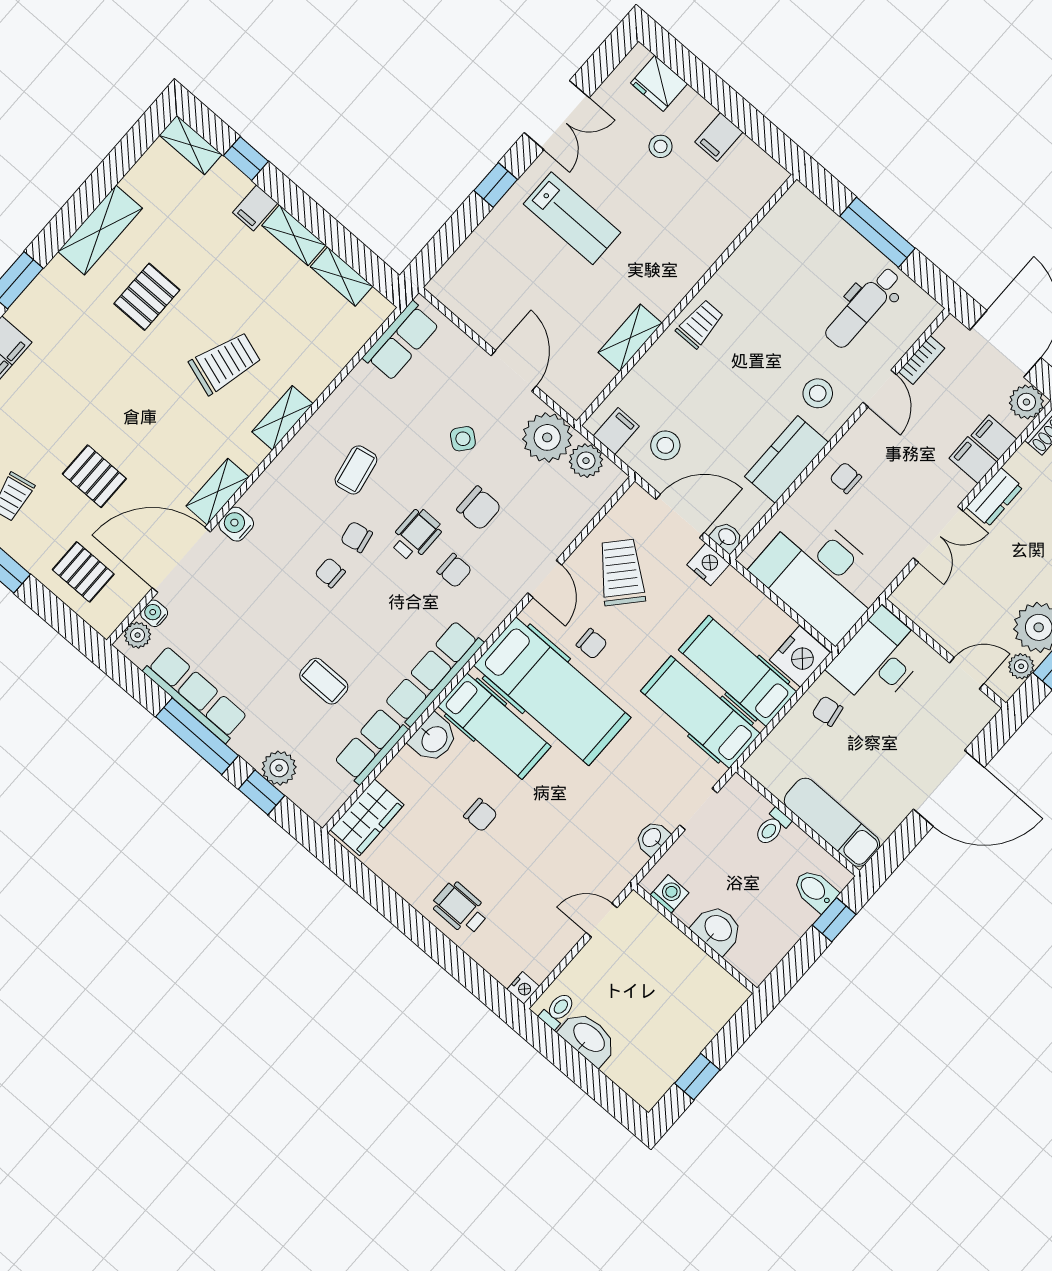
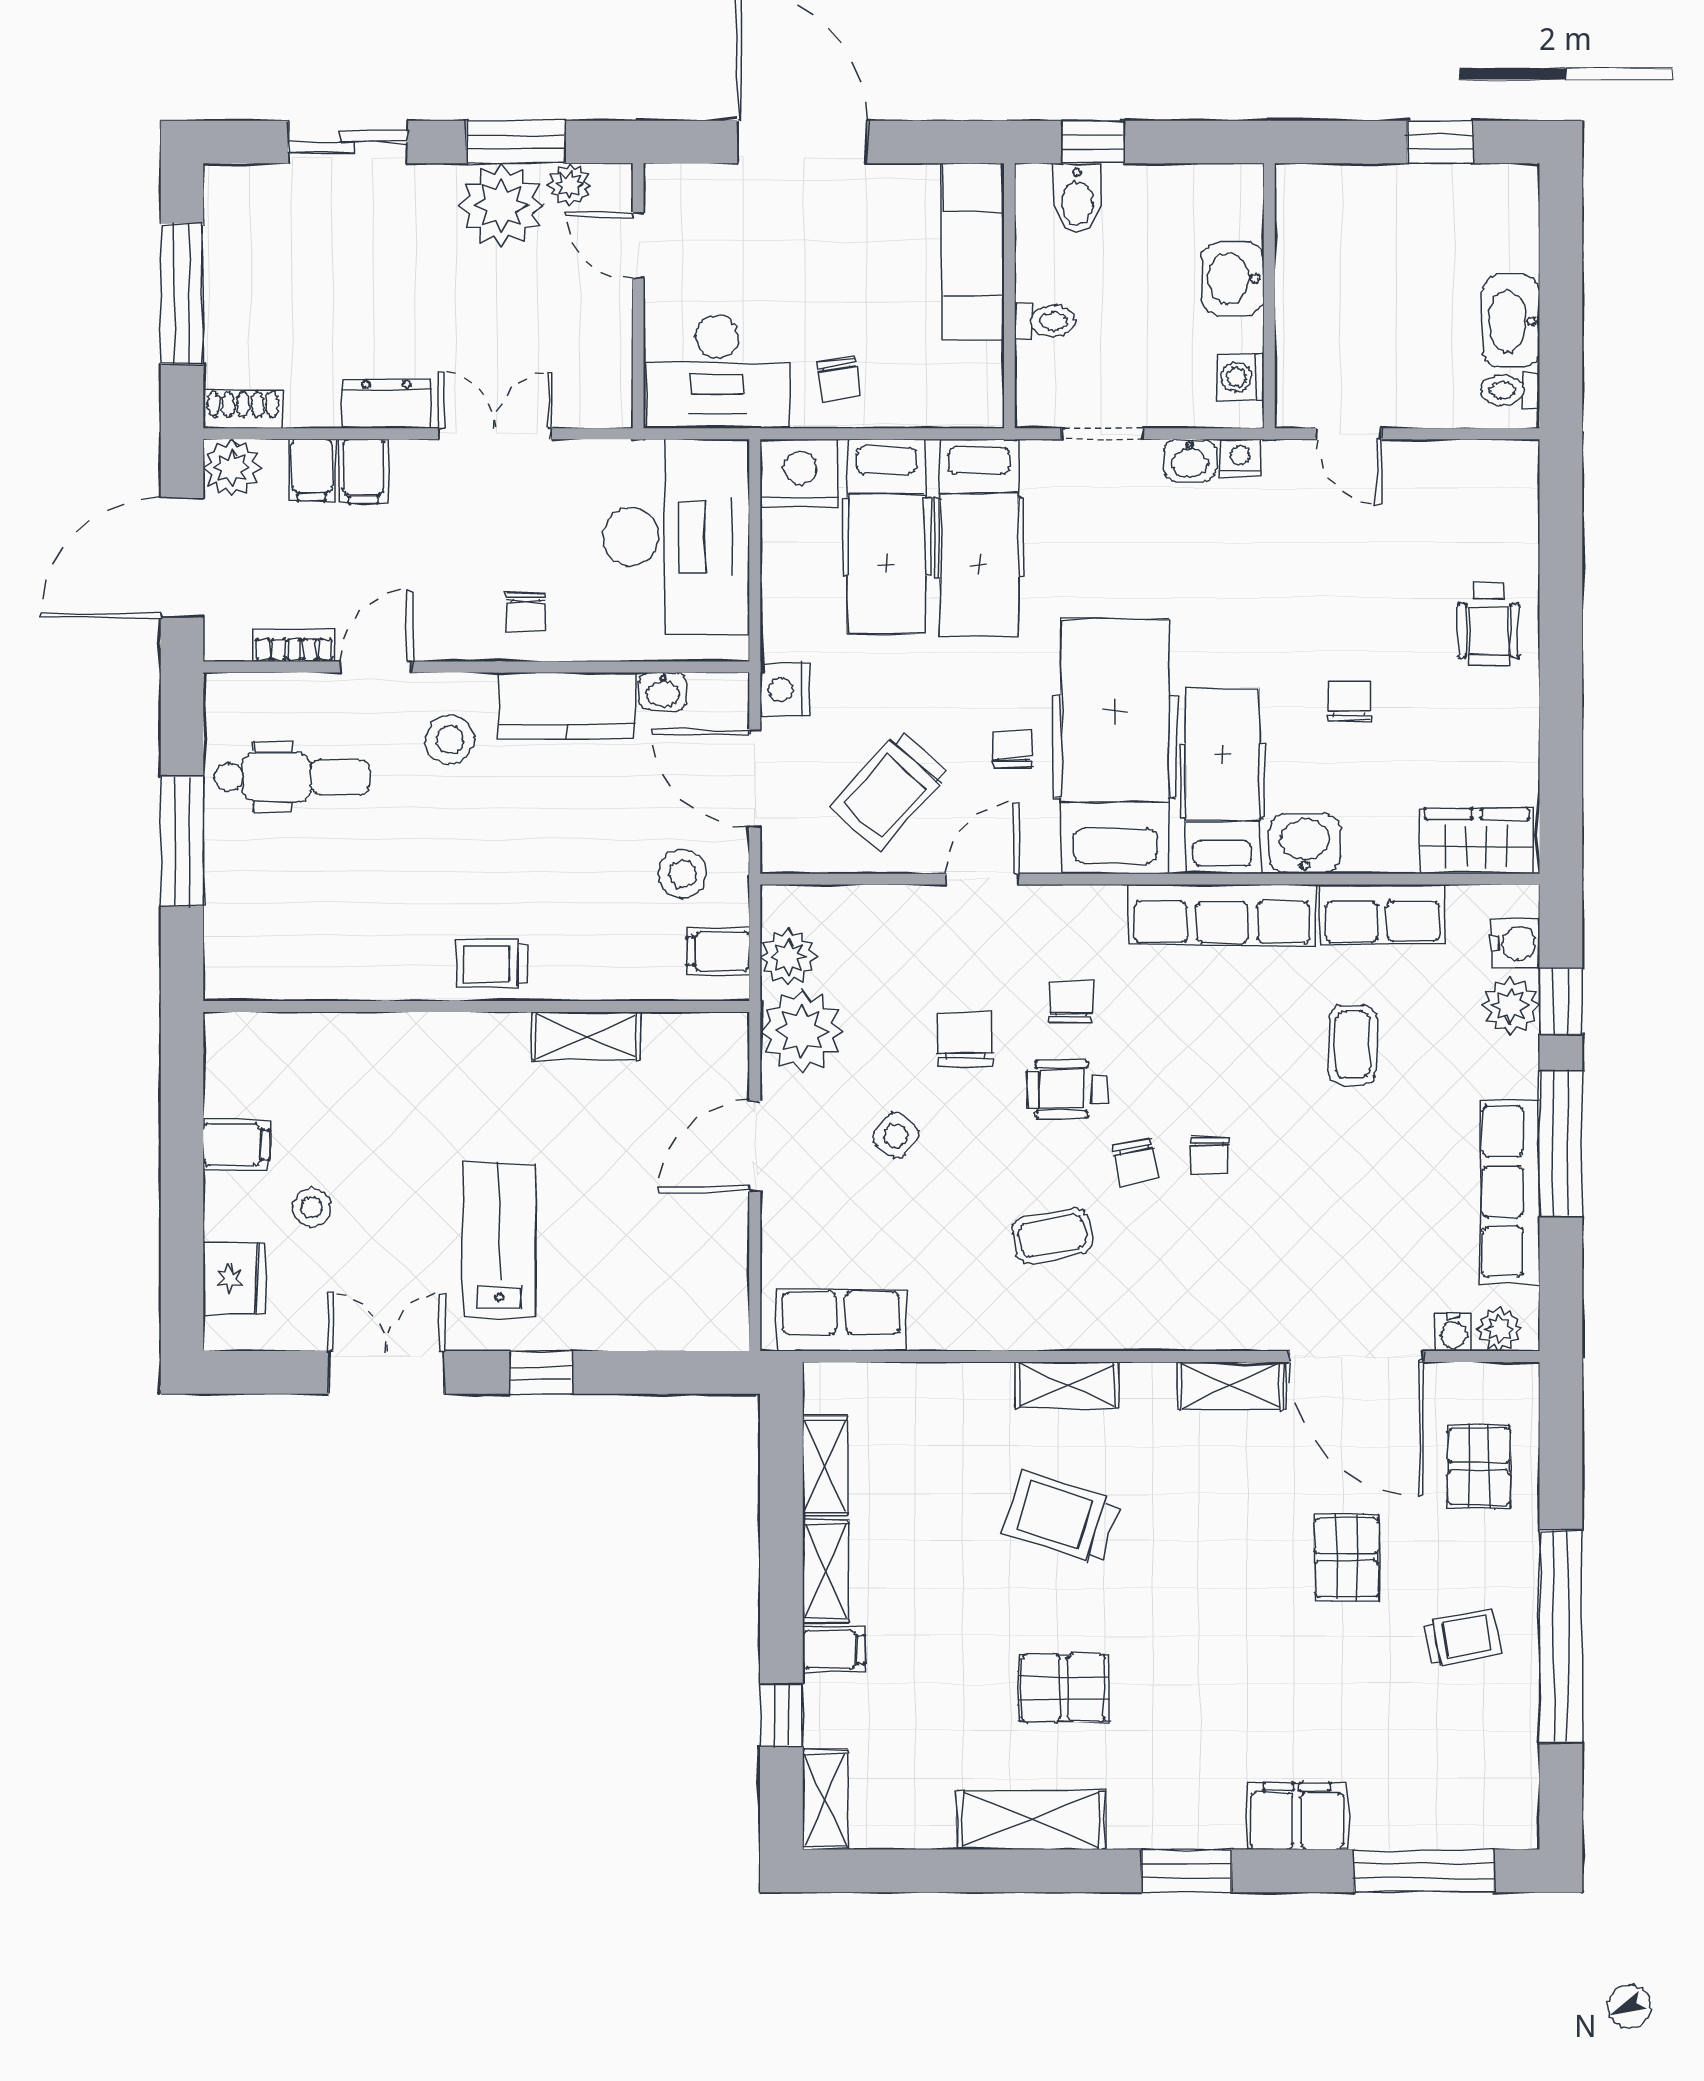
water cooler: (236, 524) -> (1515, 943), moved, turned -90
washbasin: (727, 537) -> (663, 692), moved, turned -90
nightstand: (523, 988) -> (1240, 458), moved

